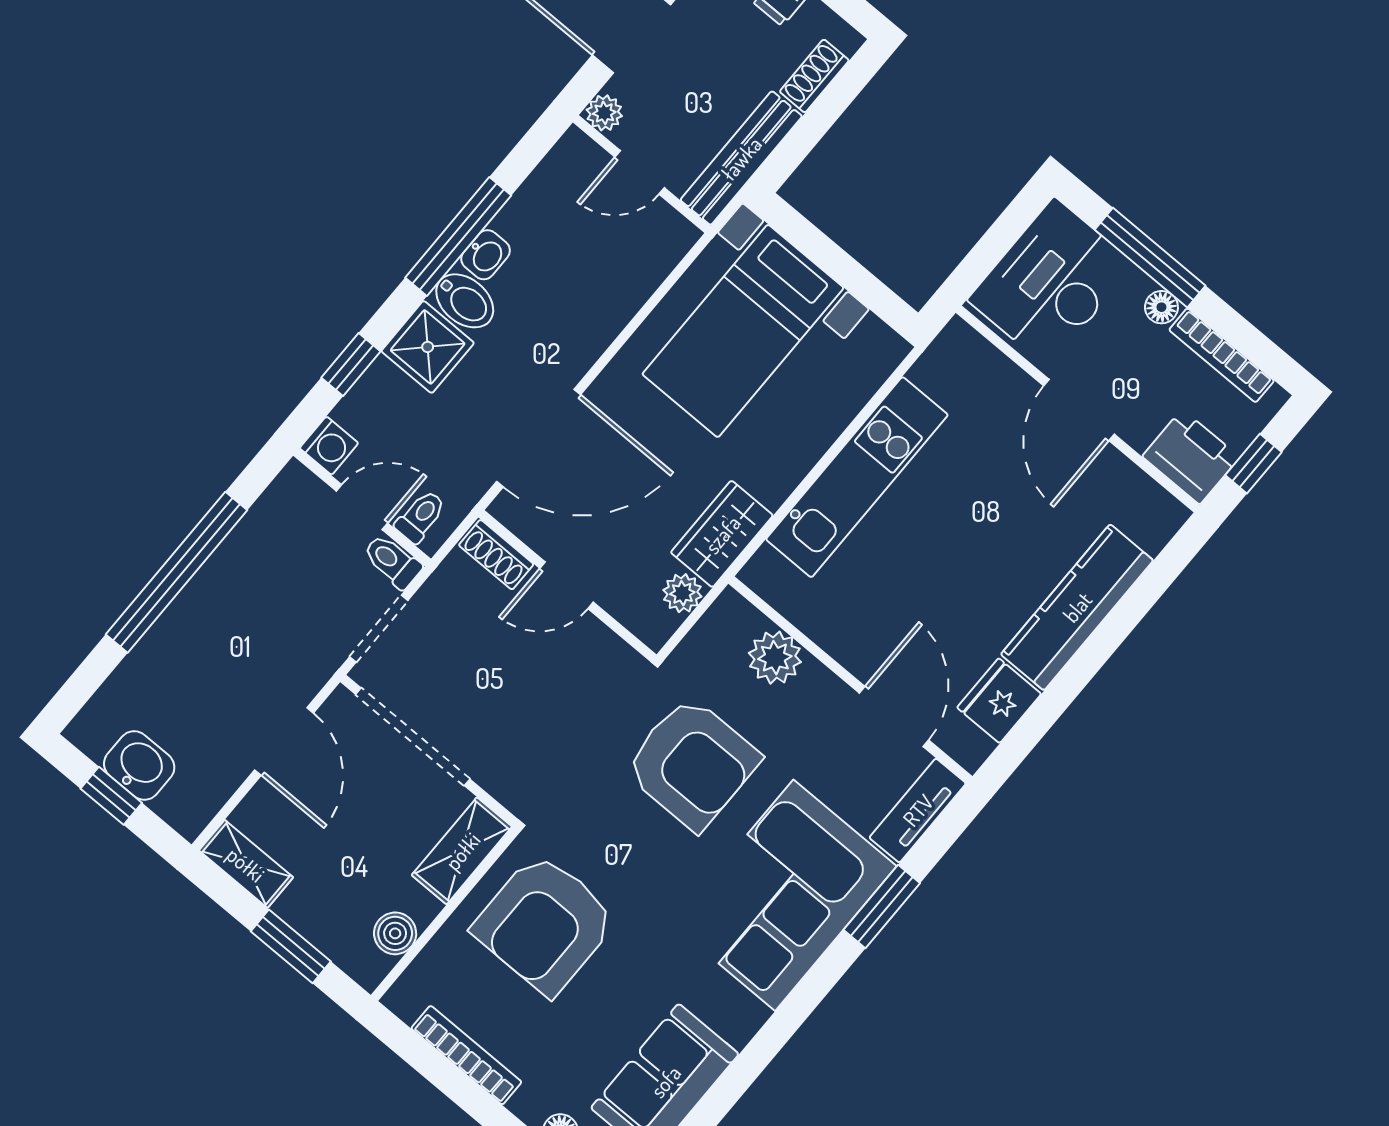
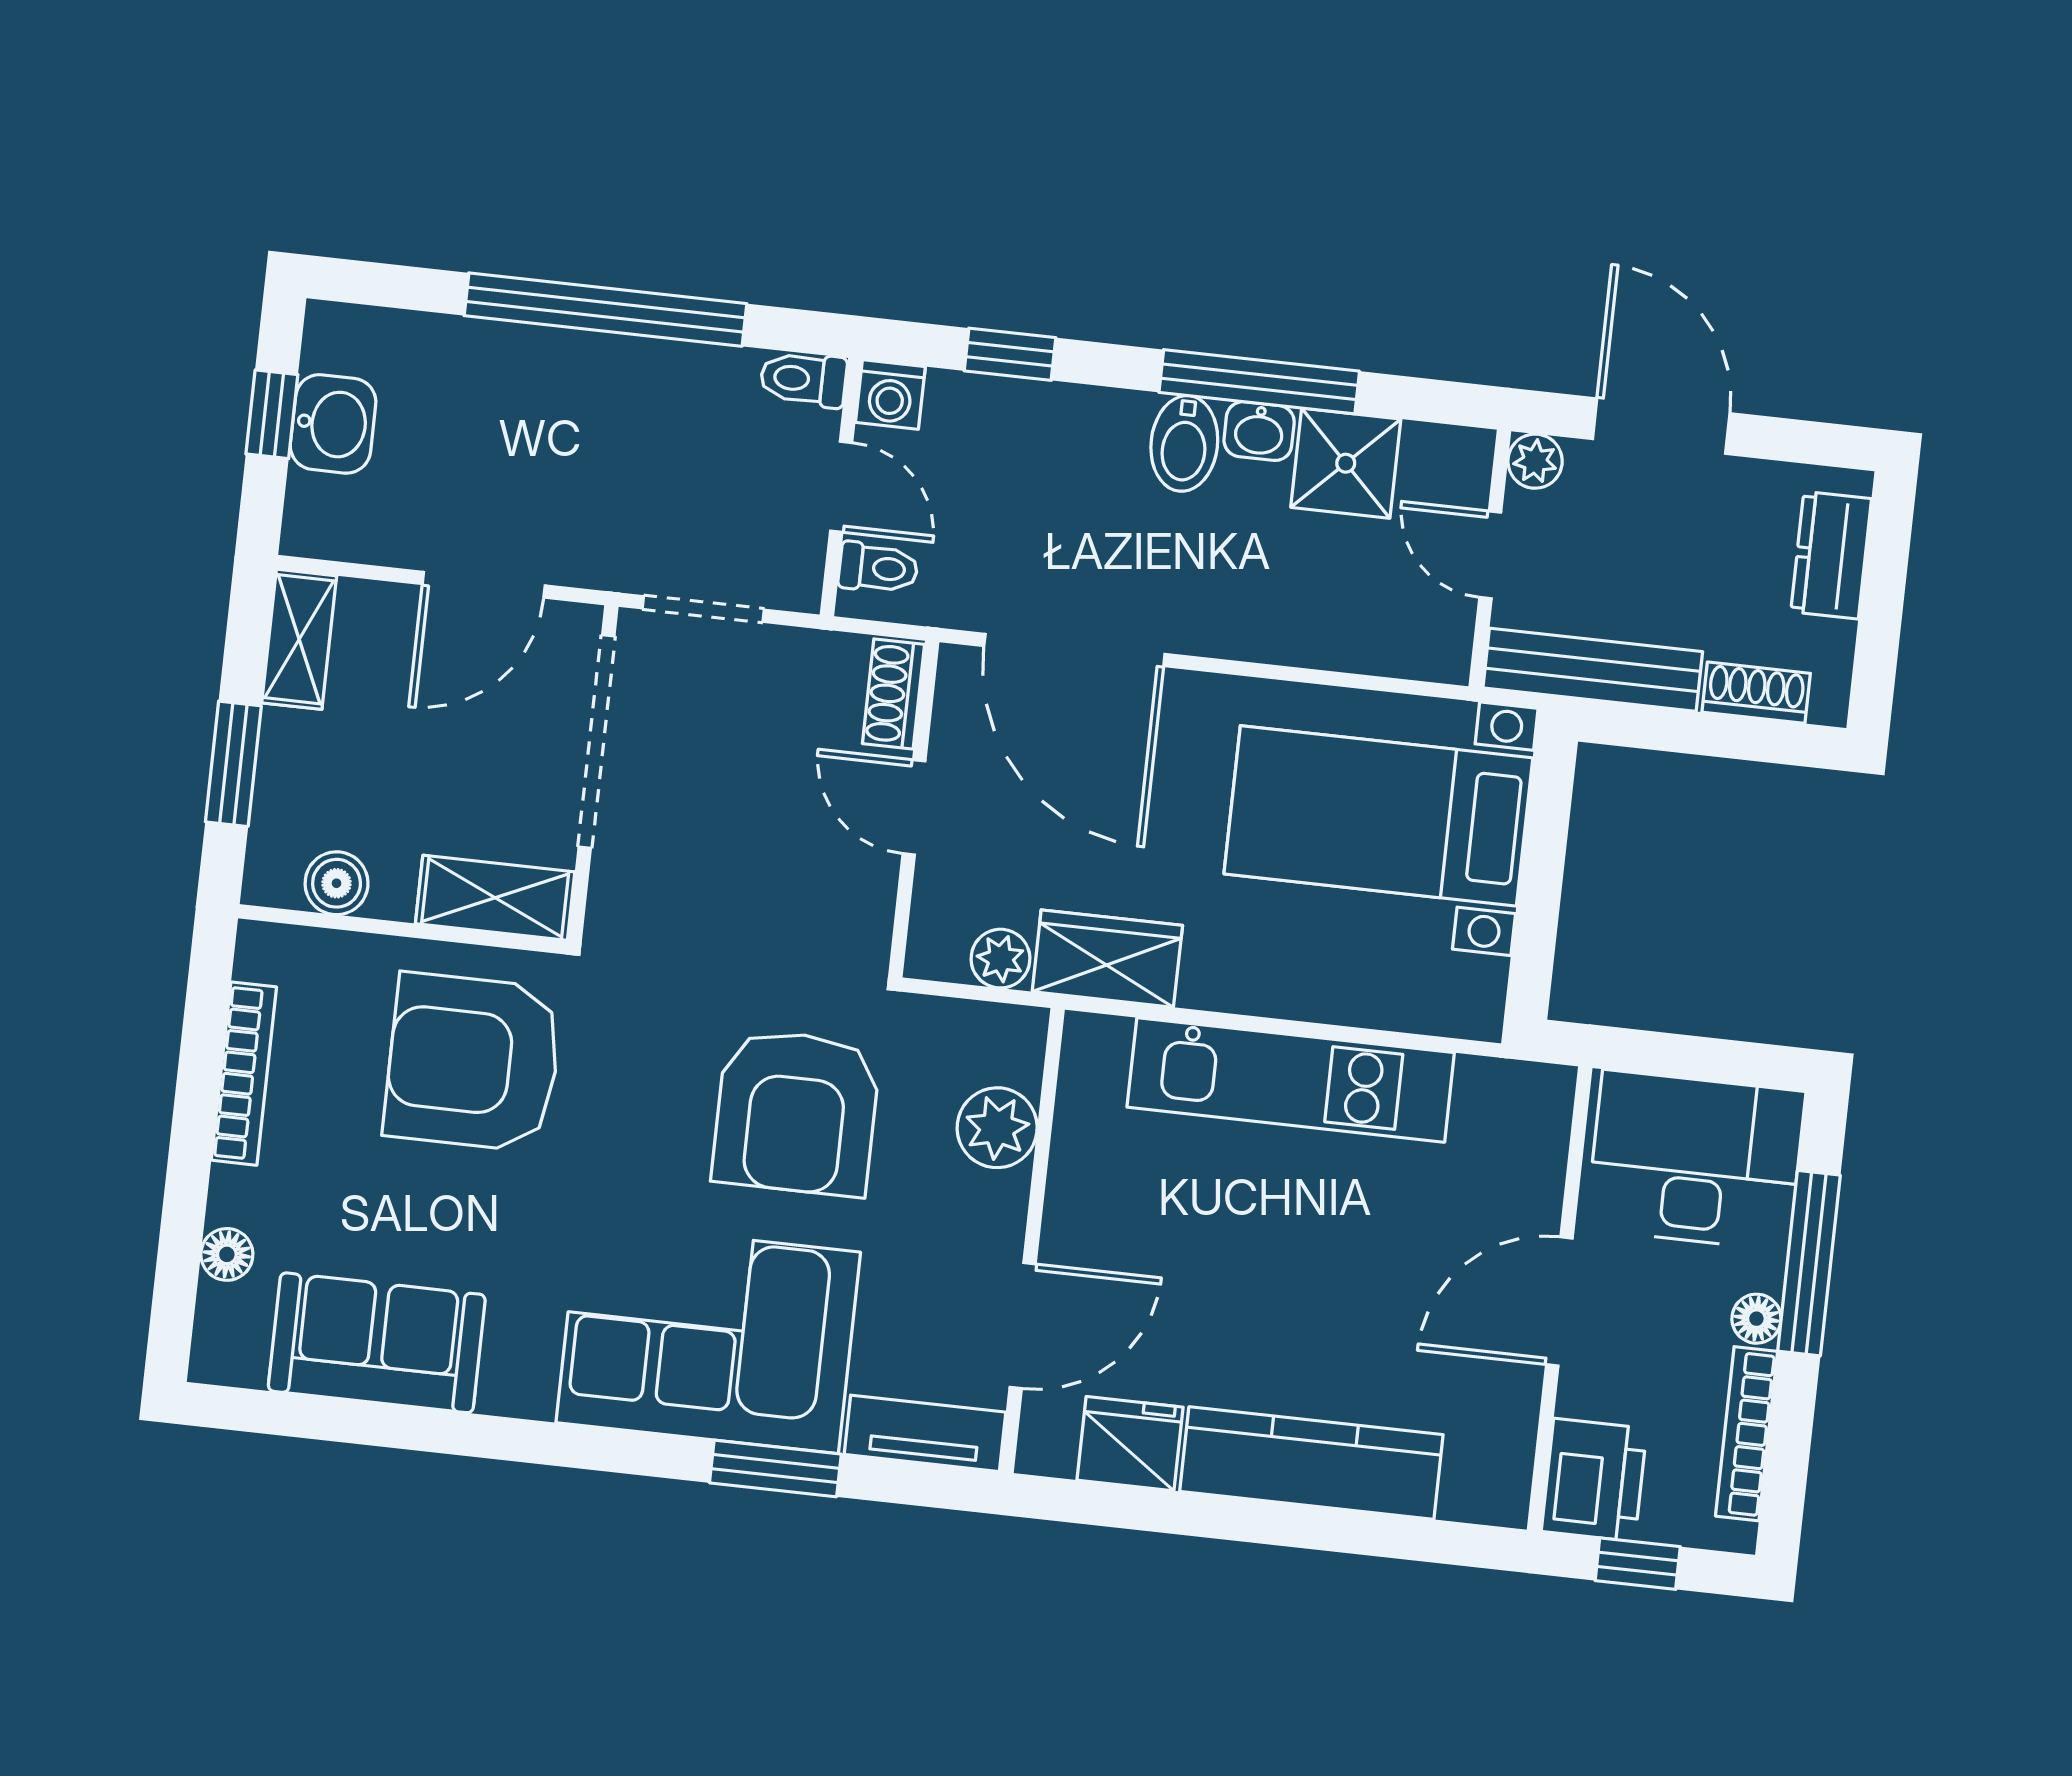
shower: (428, 347) -> (1346, 463), moved
toilet: (392, 561) -> (803, 379), moved, turned -90

